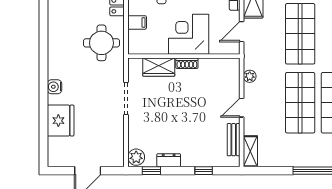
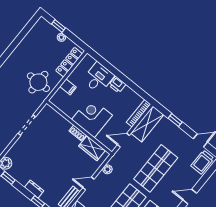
wardrobe: (159, 67) -> (92, 148), moved
dresser: (169, 160) -> (34, 189), moved

